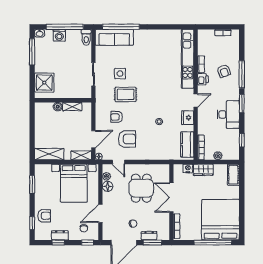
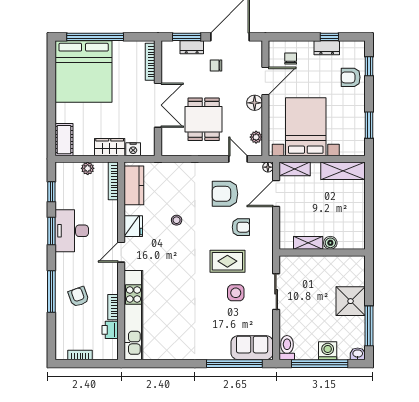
sofa: (114, 37) -> (252, 348), width x0.73
printer: (203, 79) -> (110, 330), moved
shower: (44, 83) -> (351, 301), moved
window: (242, 104) -> (51, 231), moved
floor lamp: (108, 186) -> (255, 103), moved
window: (88, 243) -> (285, 37), removed

